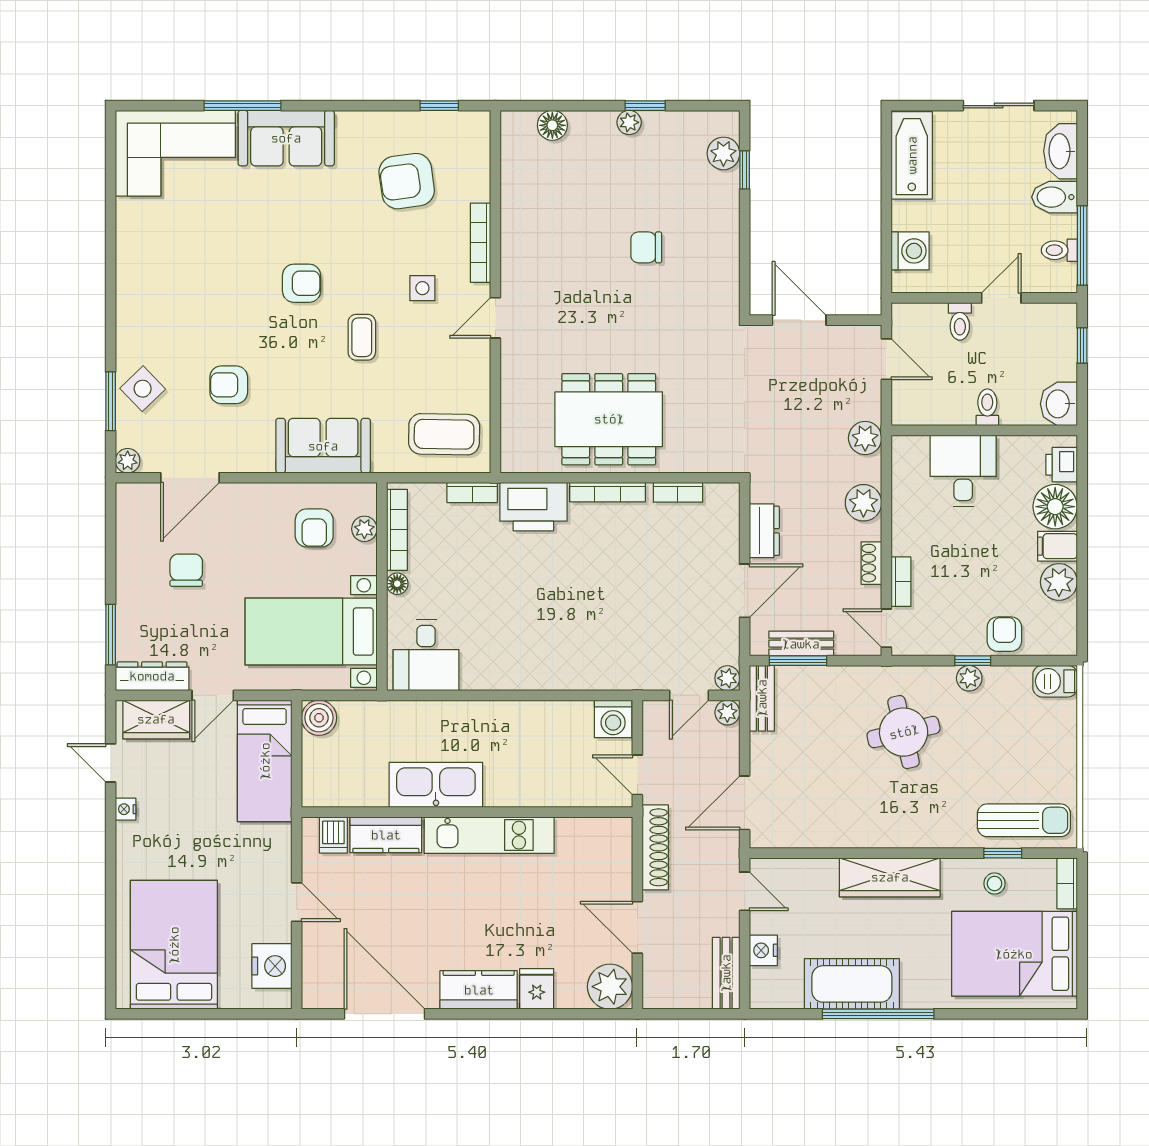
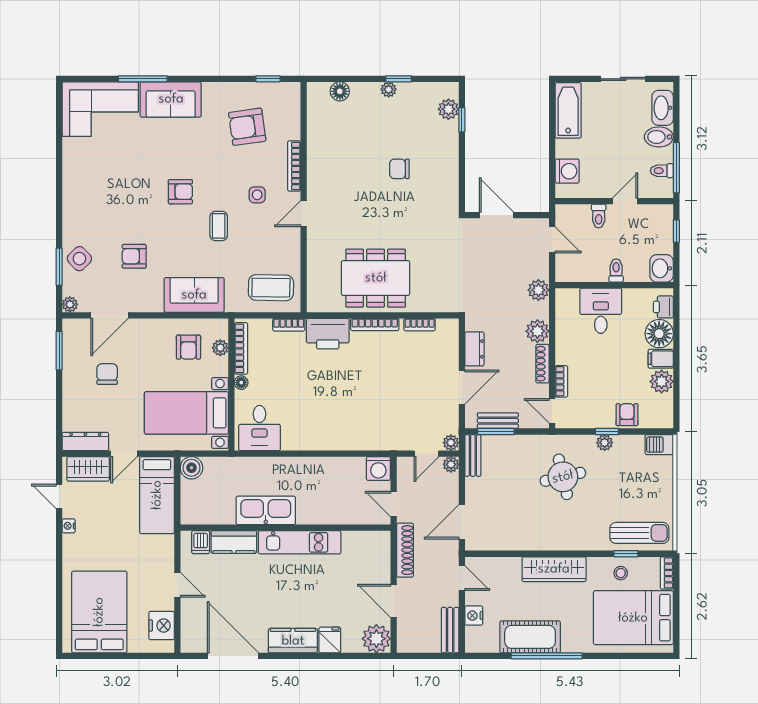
shoe rack: (871, 563) -> (542, 364), width x1.43
window: (111, 635) -> (59, 351), moved

